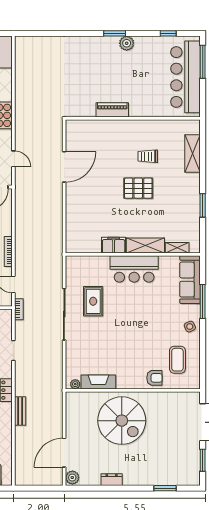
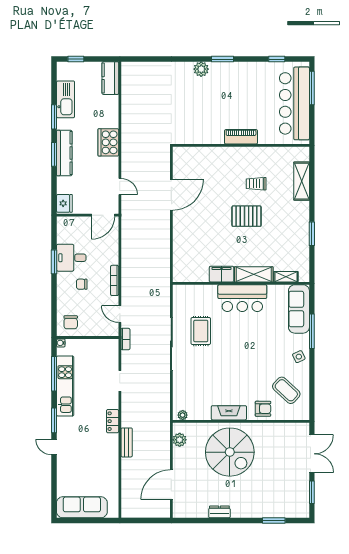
plant: (127, 43) -> (201, 69), moved
piano: (112, 110) -> (241, 137), moved
coffee table: (177, 360) -> (286, 390), turned -47
fireplace: (98, 382) -> (229, 413), moved
plant: (72, 478) -> (180, 440), moved

